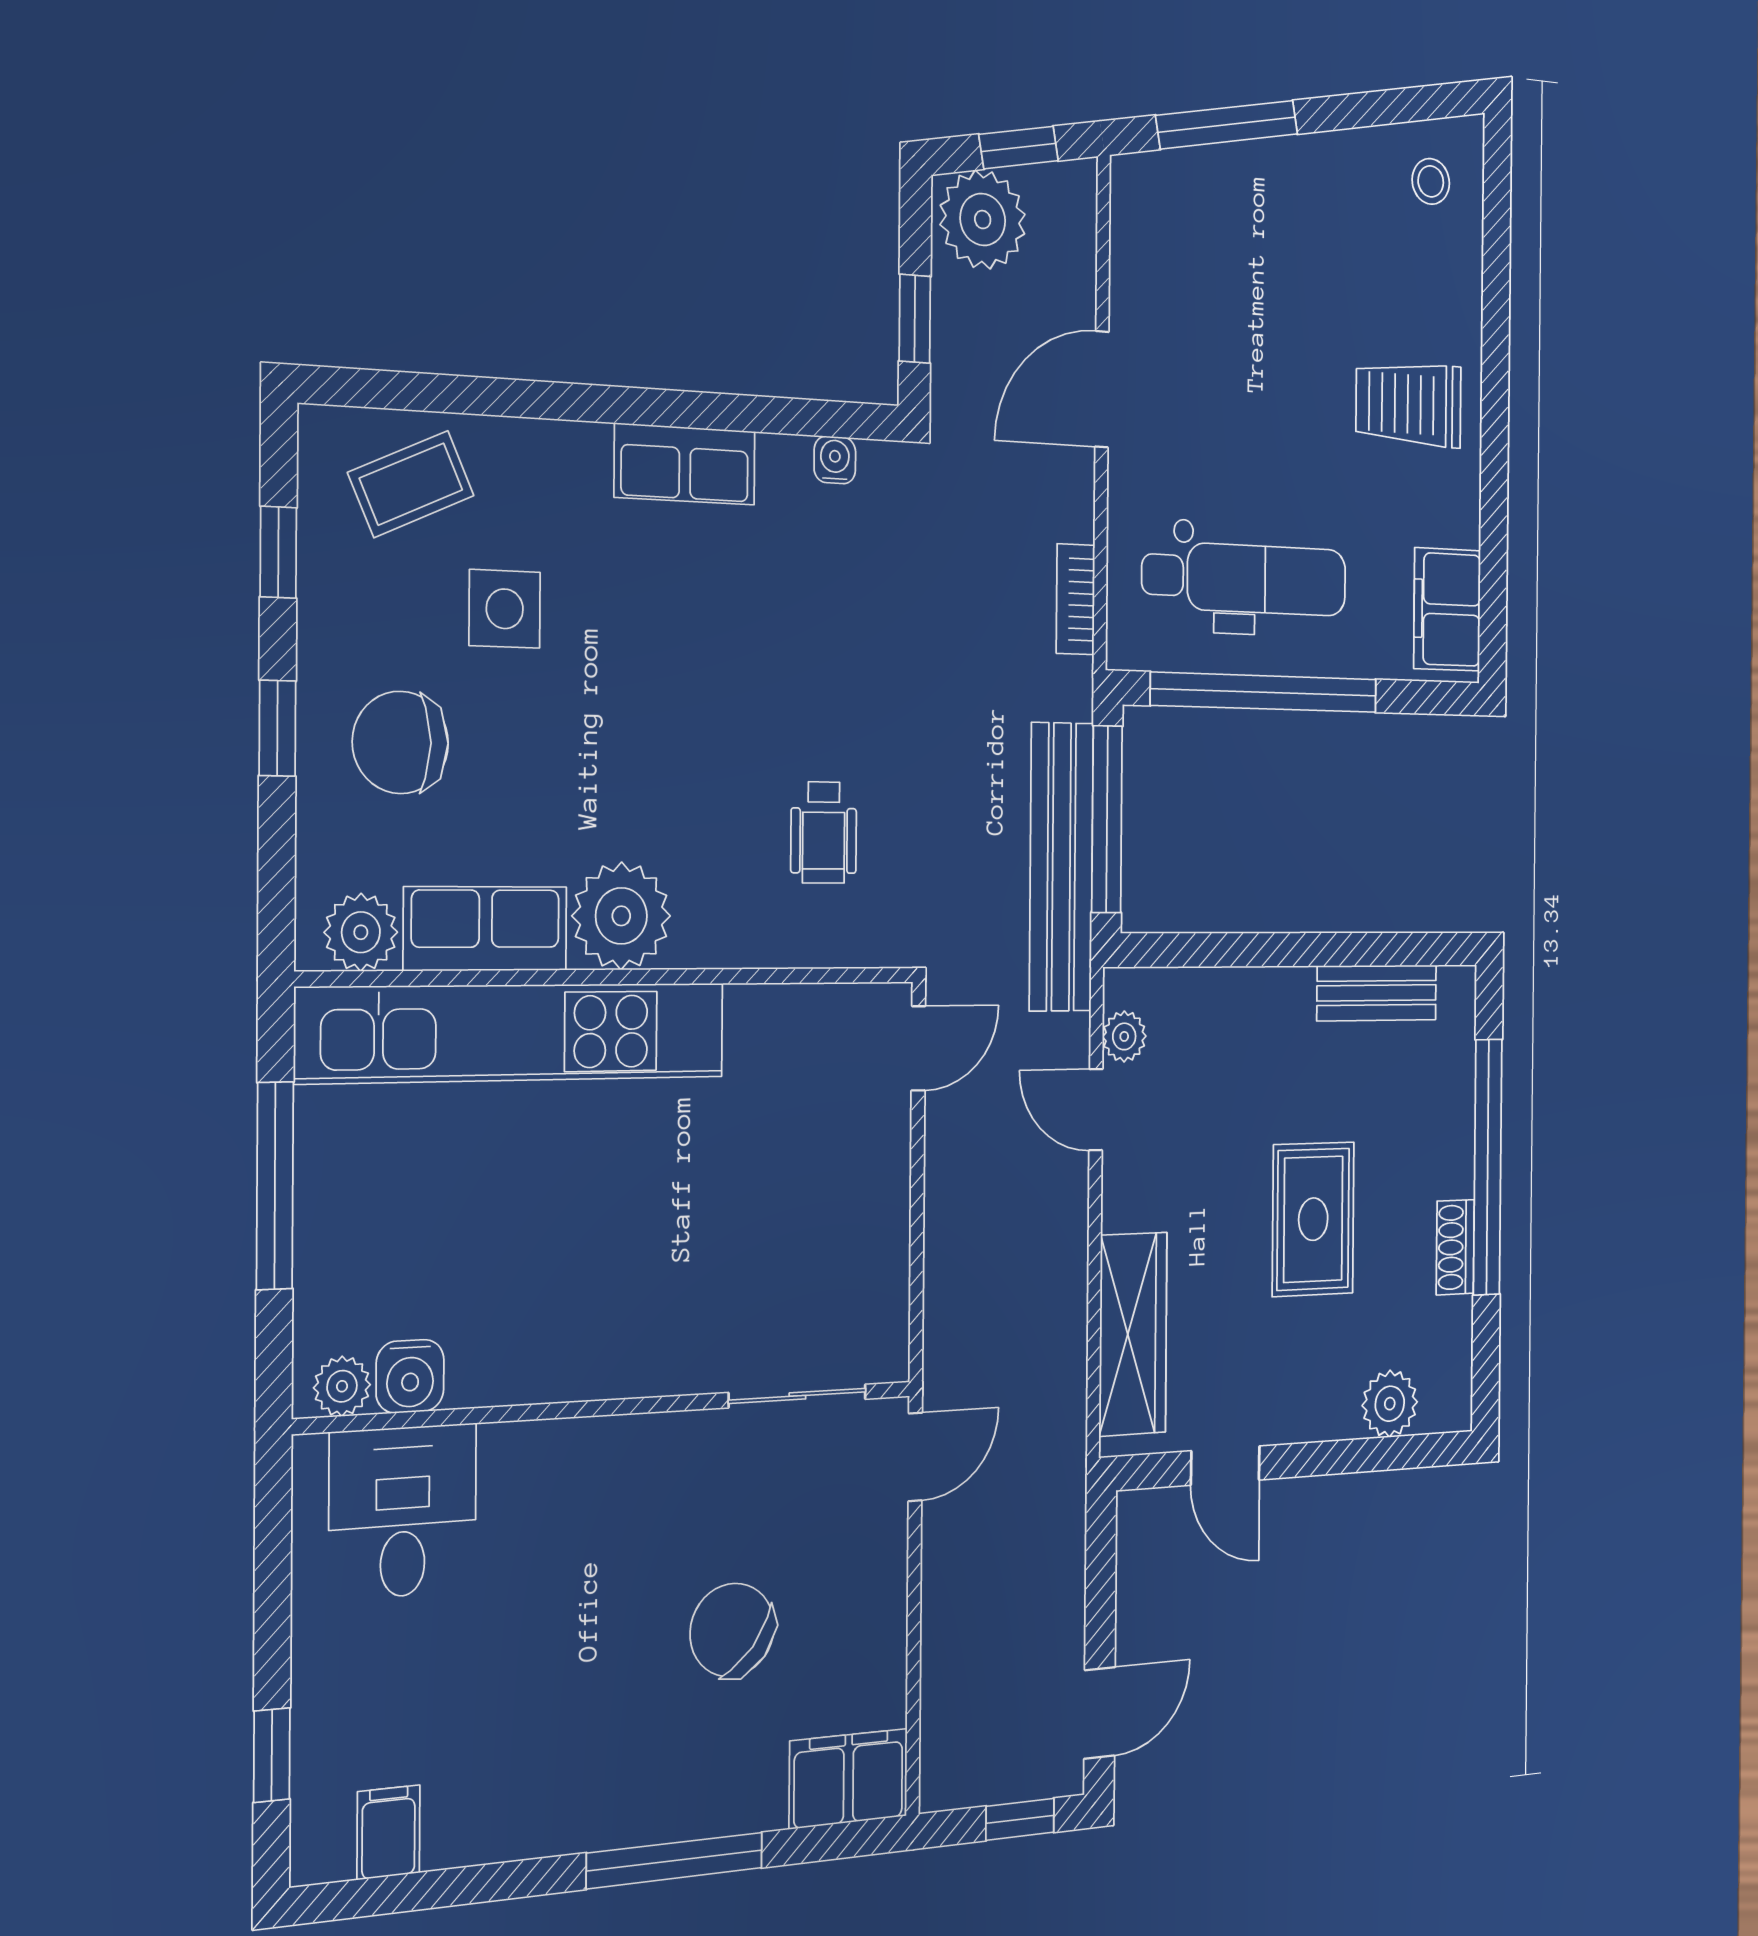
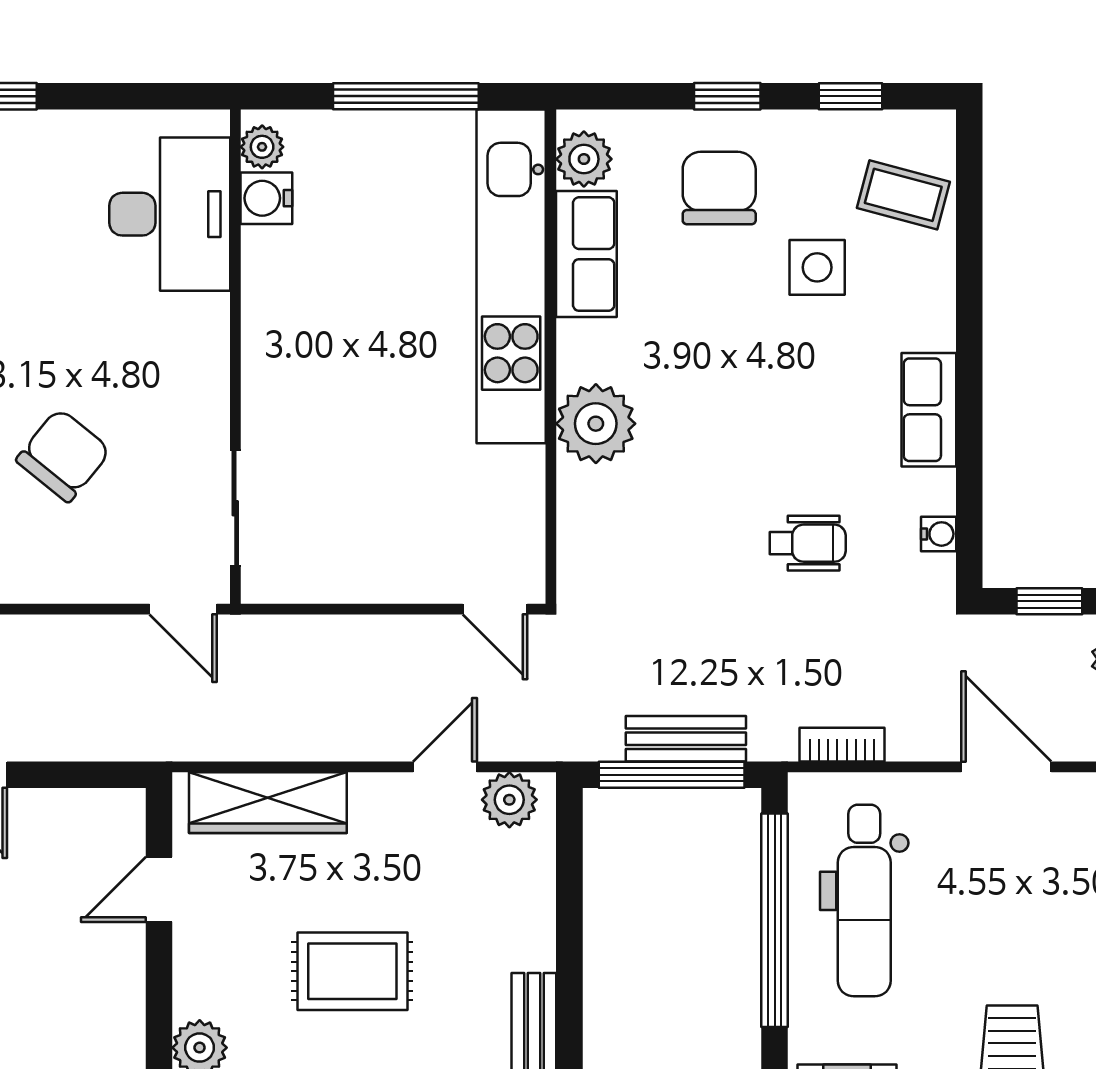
coffee table: (411, 484) -> (903, 195), turned -51
wheelchair: (824, 833) -> (808, 543), moved, turned 180
bench: (1061, 867) -> (686, 739), width x0.54, depth x0.82
plant: (621, 916) -> (596, 424), moved
plant: (1124, 1036) -> (509, 800), width x1.38, depth x1.38
desk: (403, 1512) -> (170, 214), width x1.37

